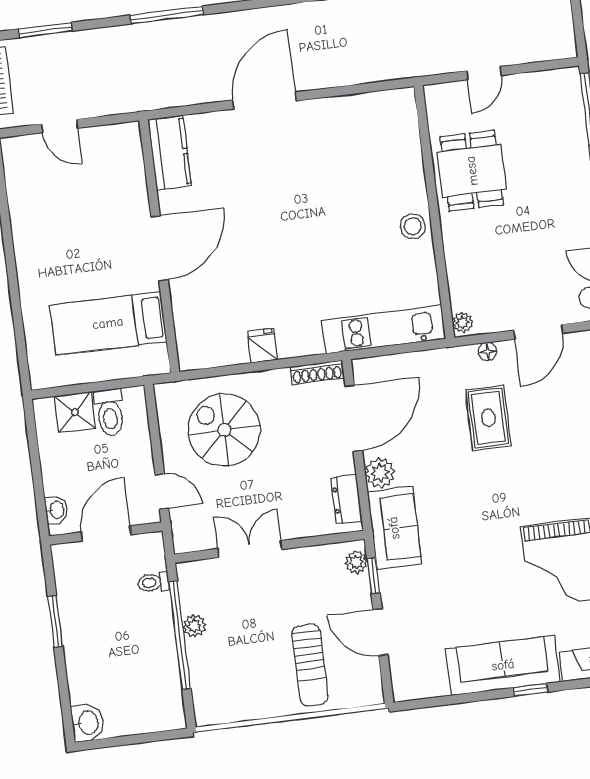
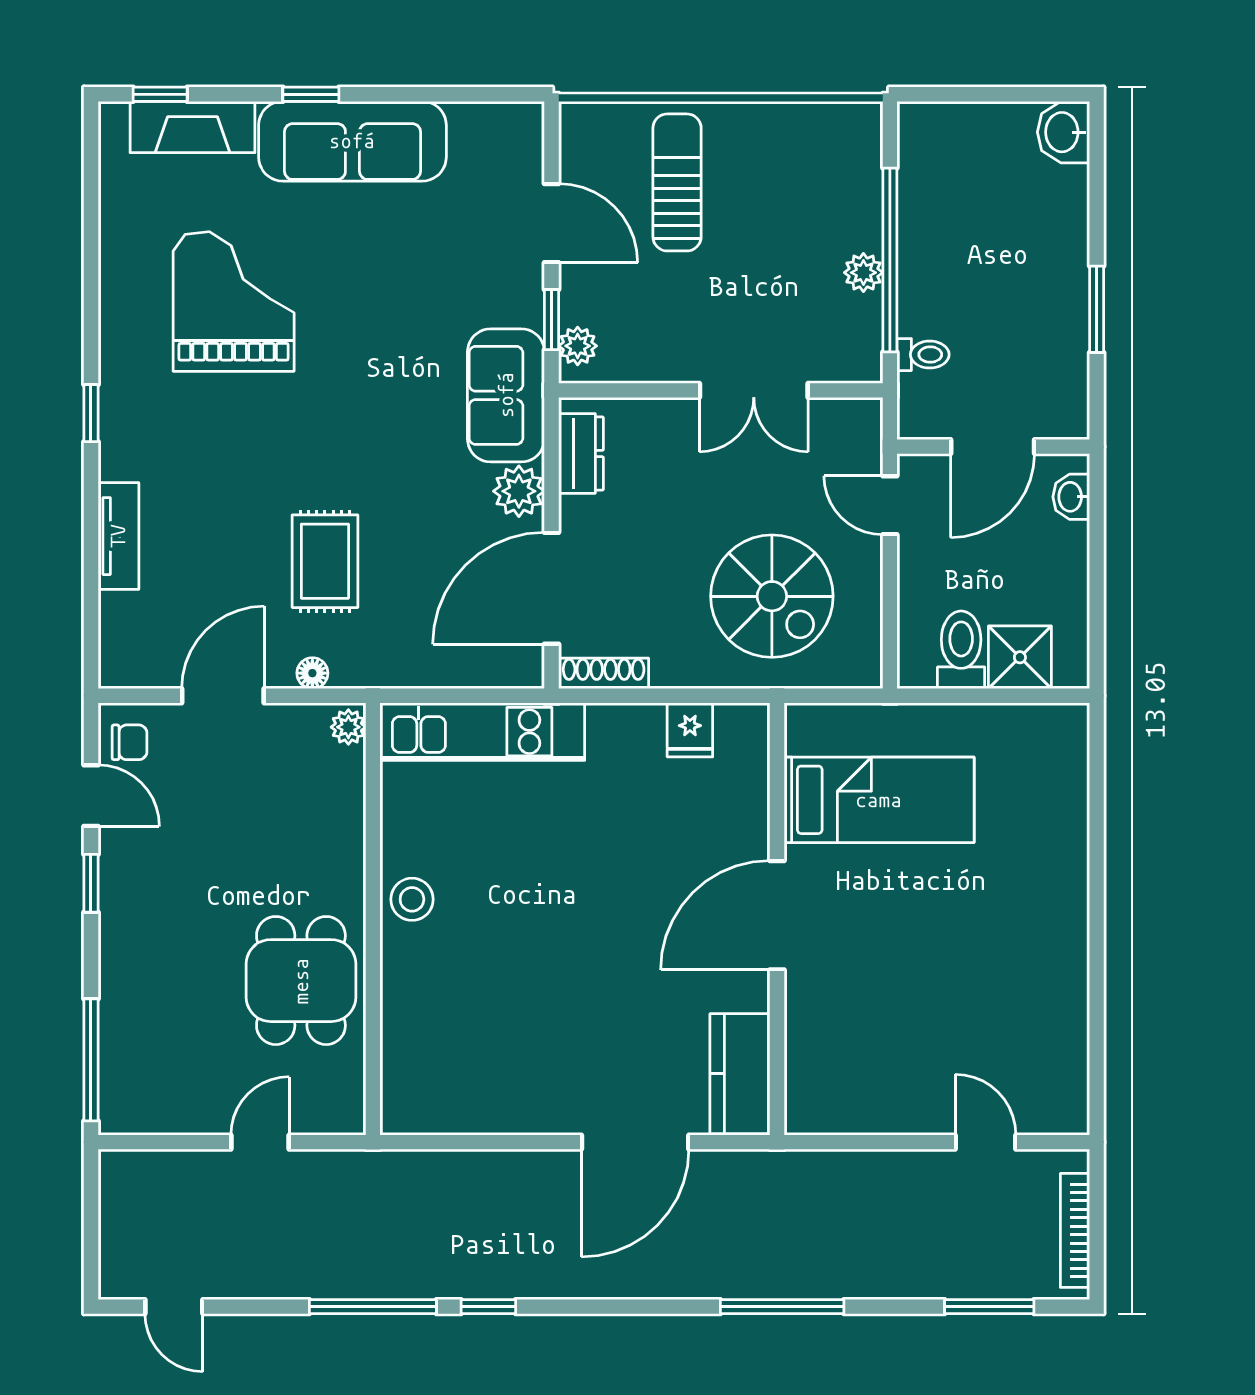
kitchen counter: (170, 153) -> (740, 1074), moved
wall: (159, 246) -> (777, 919), moved
door: (160, 248) -> (777, 915), moved
bed: (108, 323) -> (879, 800), moved

